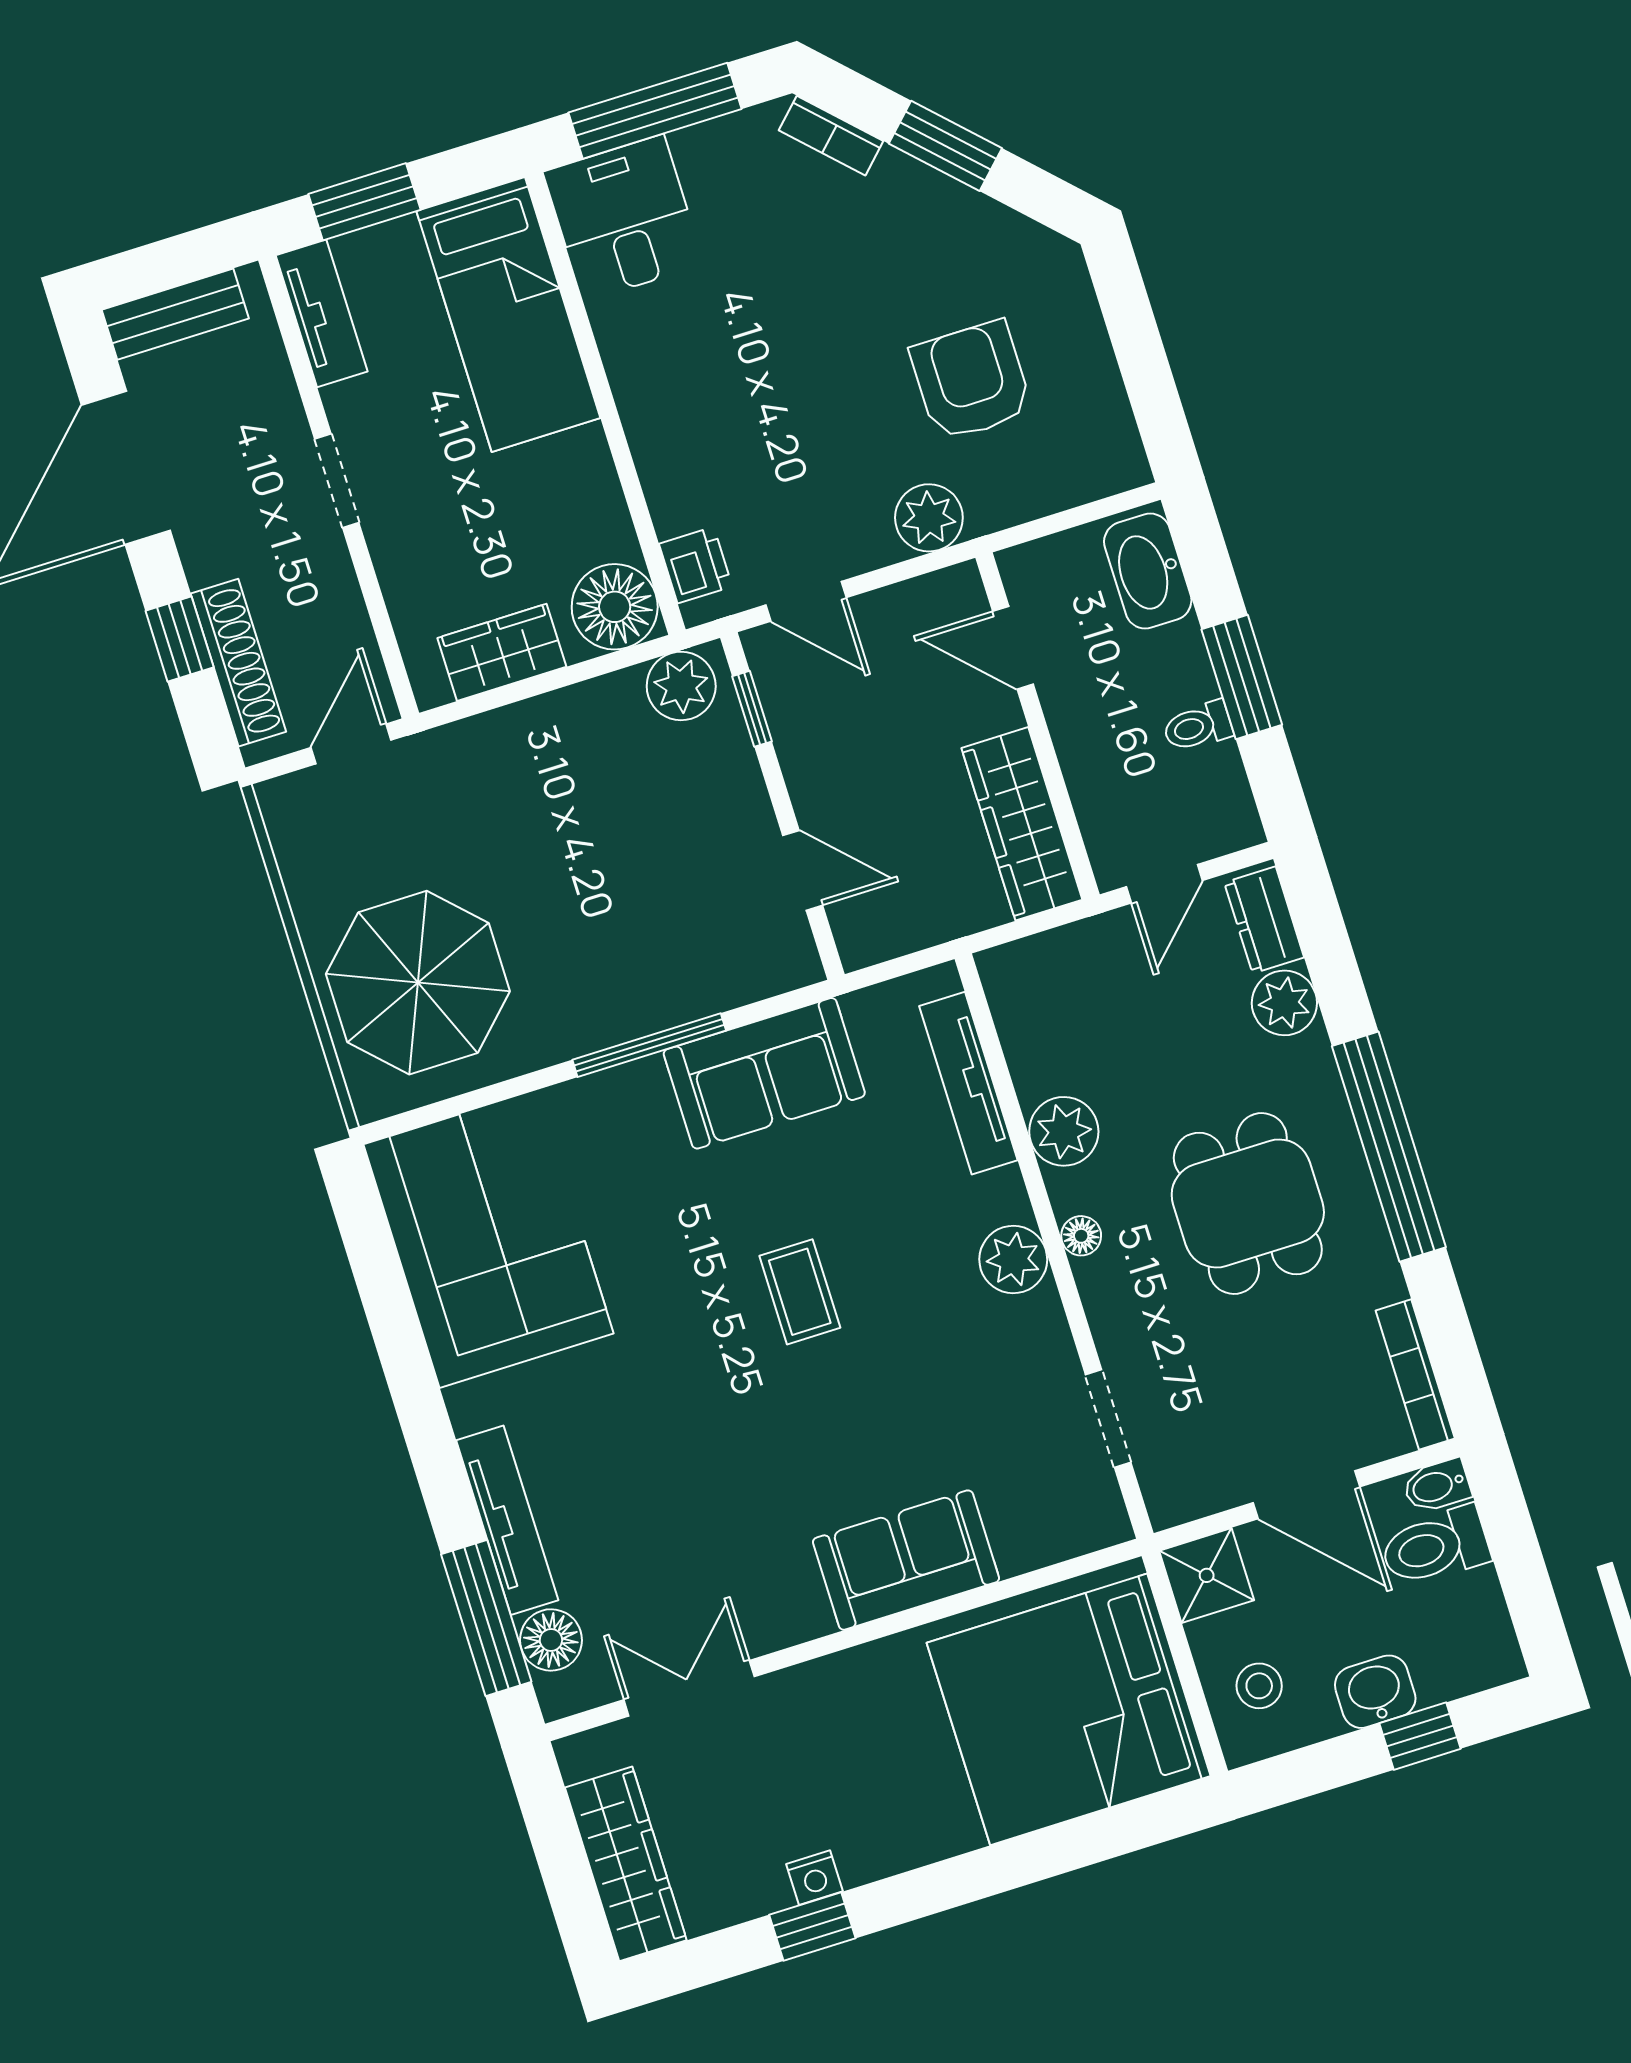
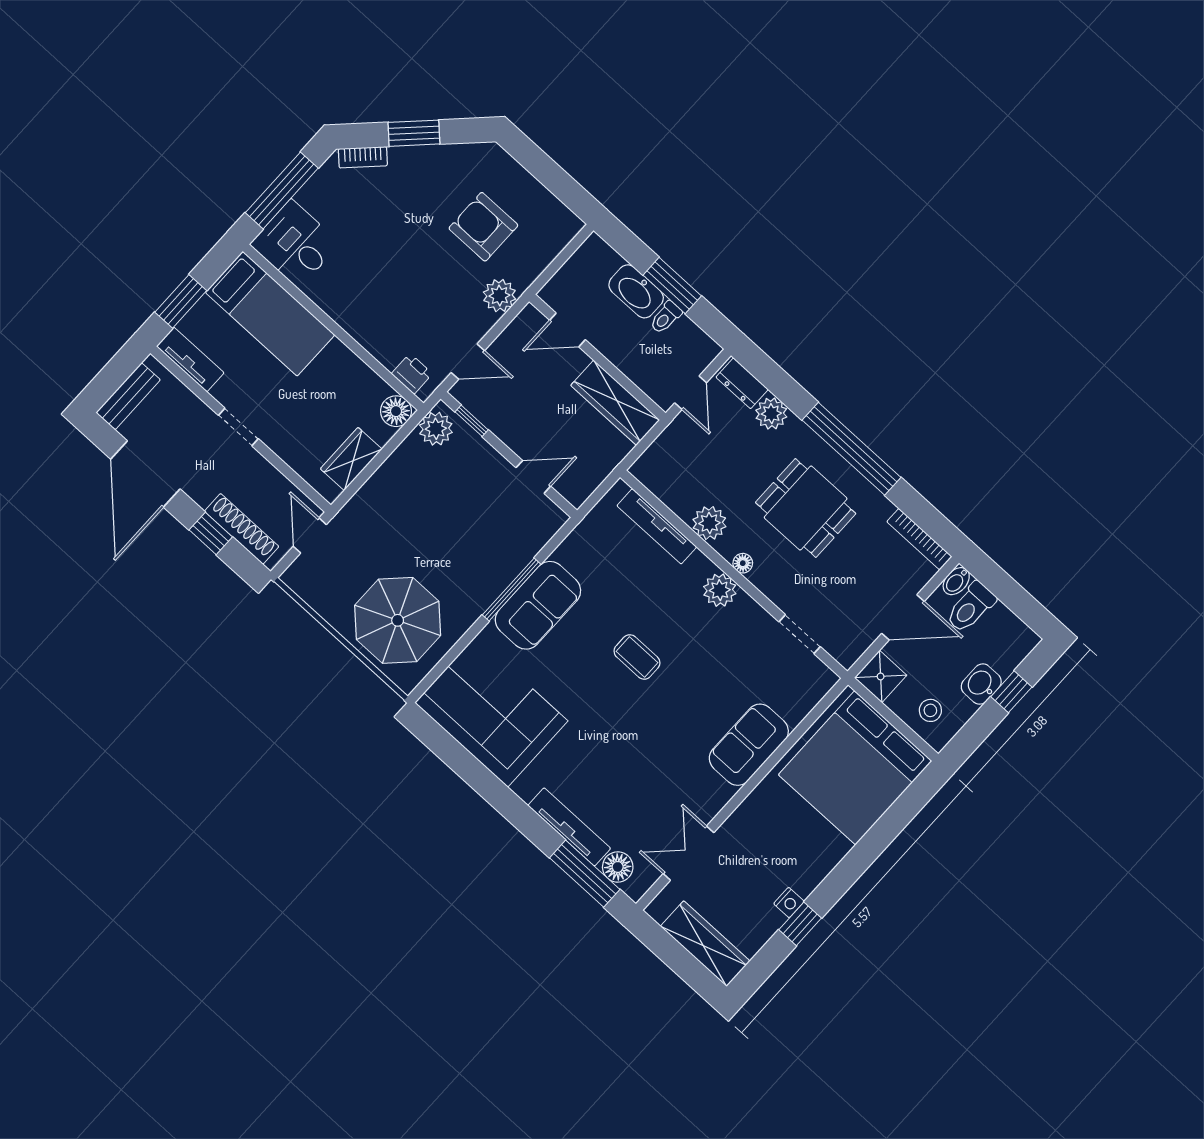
washbasin: (1148, 571) -> (636, 291), moved
floor lamp: (615, 607) -> (396, 411), width x0.73, depth x0.73
sofa: (764, 1073) -> (538, 605), moved

